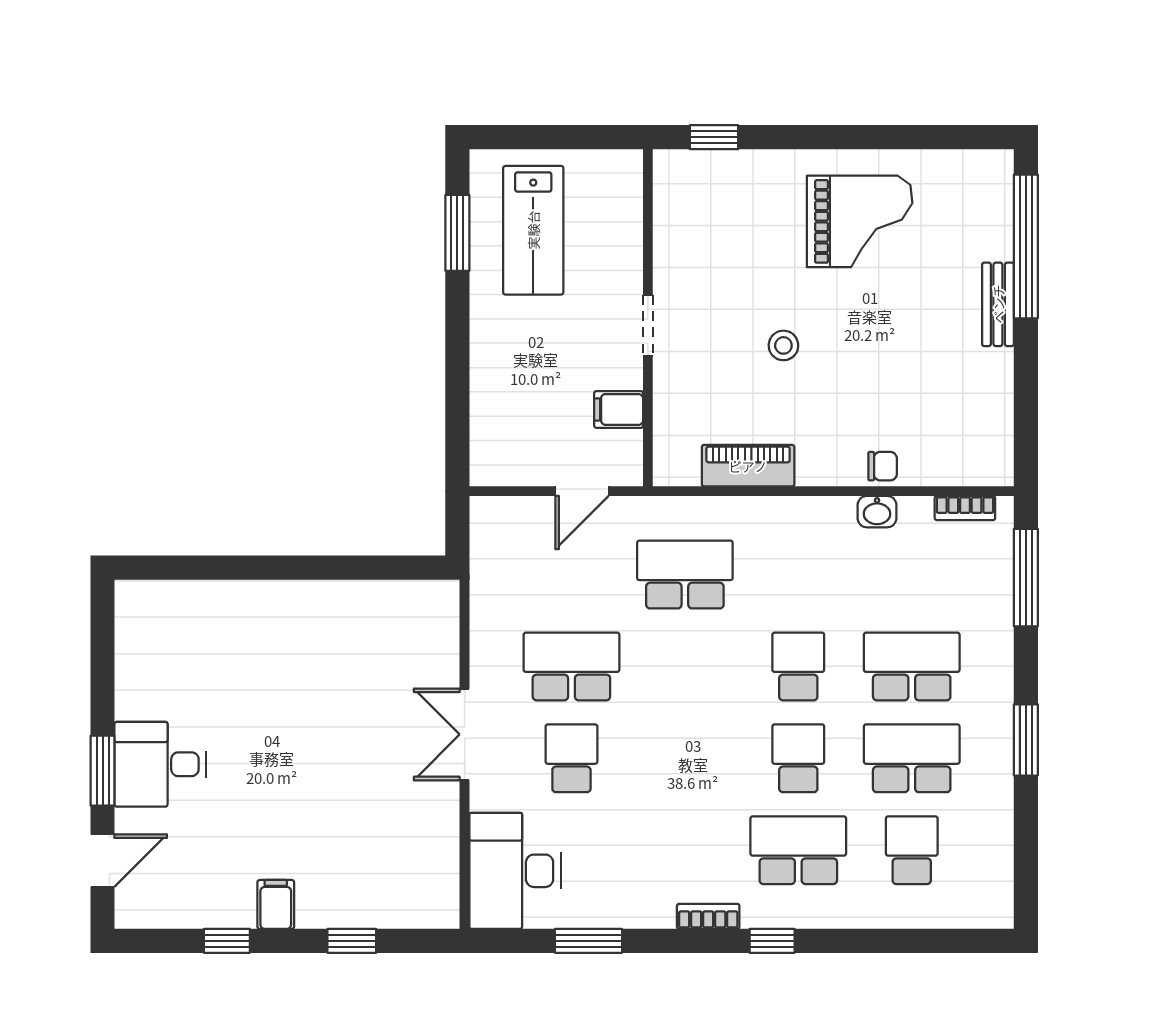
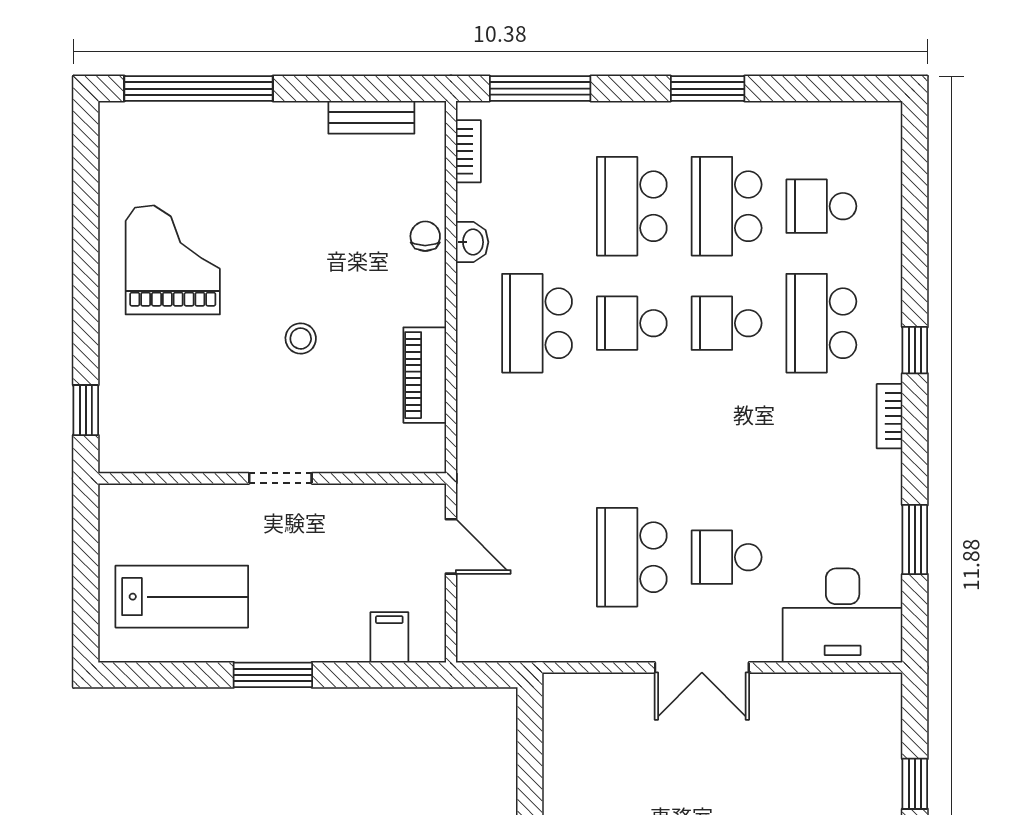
window: (457, 233) -> (273, 675), moved
bench: (998, 304) -> (371, 117), moved
filing cabinet: (619, 409) -> (389, 637), moved, turned 180
school desk: (685, 575) -> (537, 323), moved

